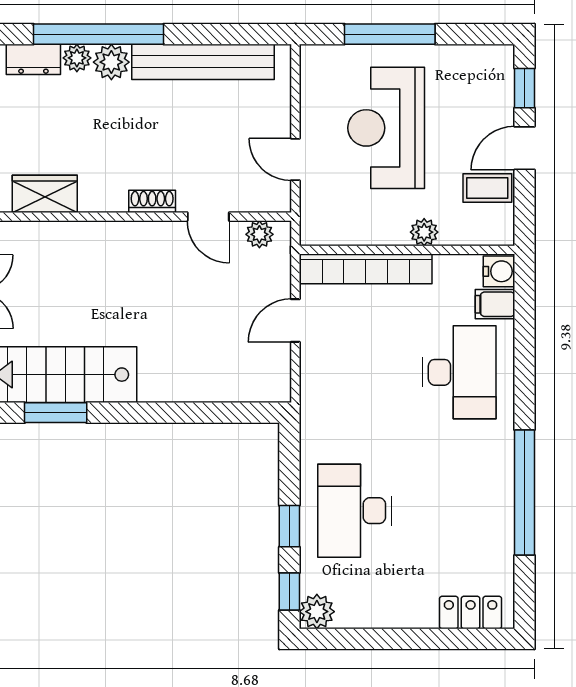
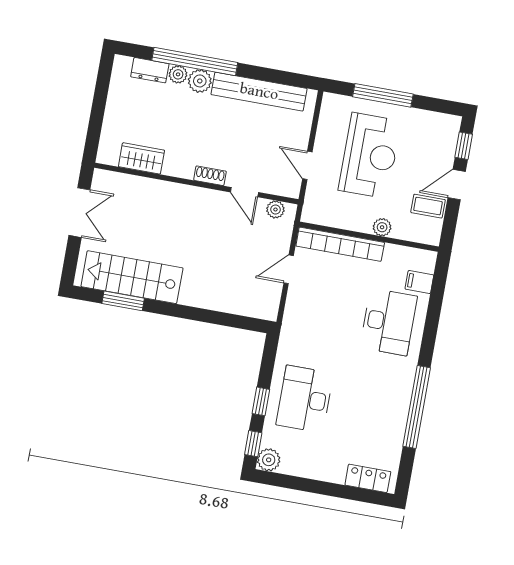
reception desk: (386, 128) -> (370, 155), turned 180
water cooler: (499, 271) -> (426, 261), removed

